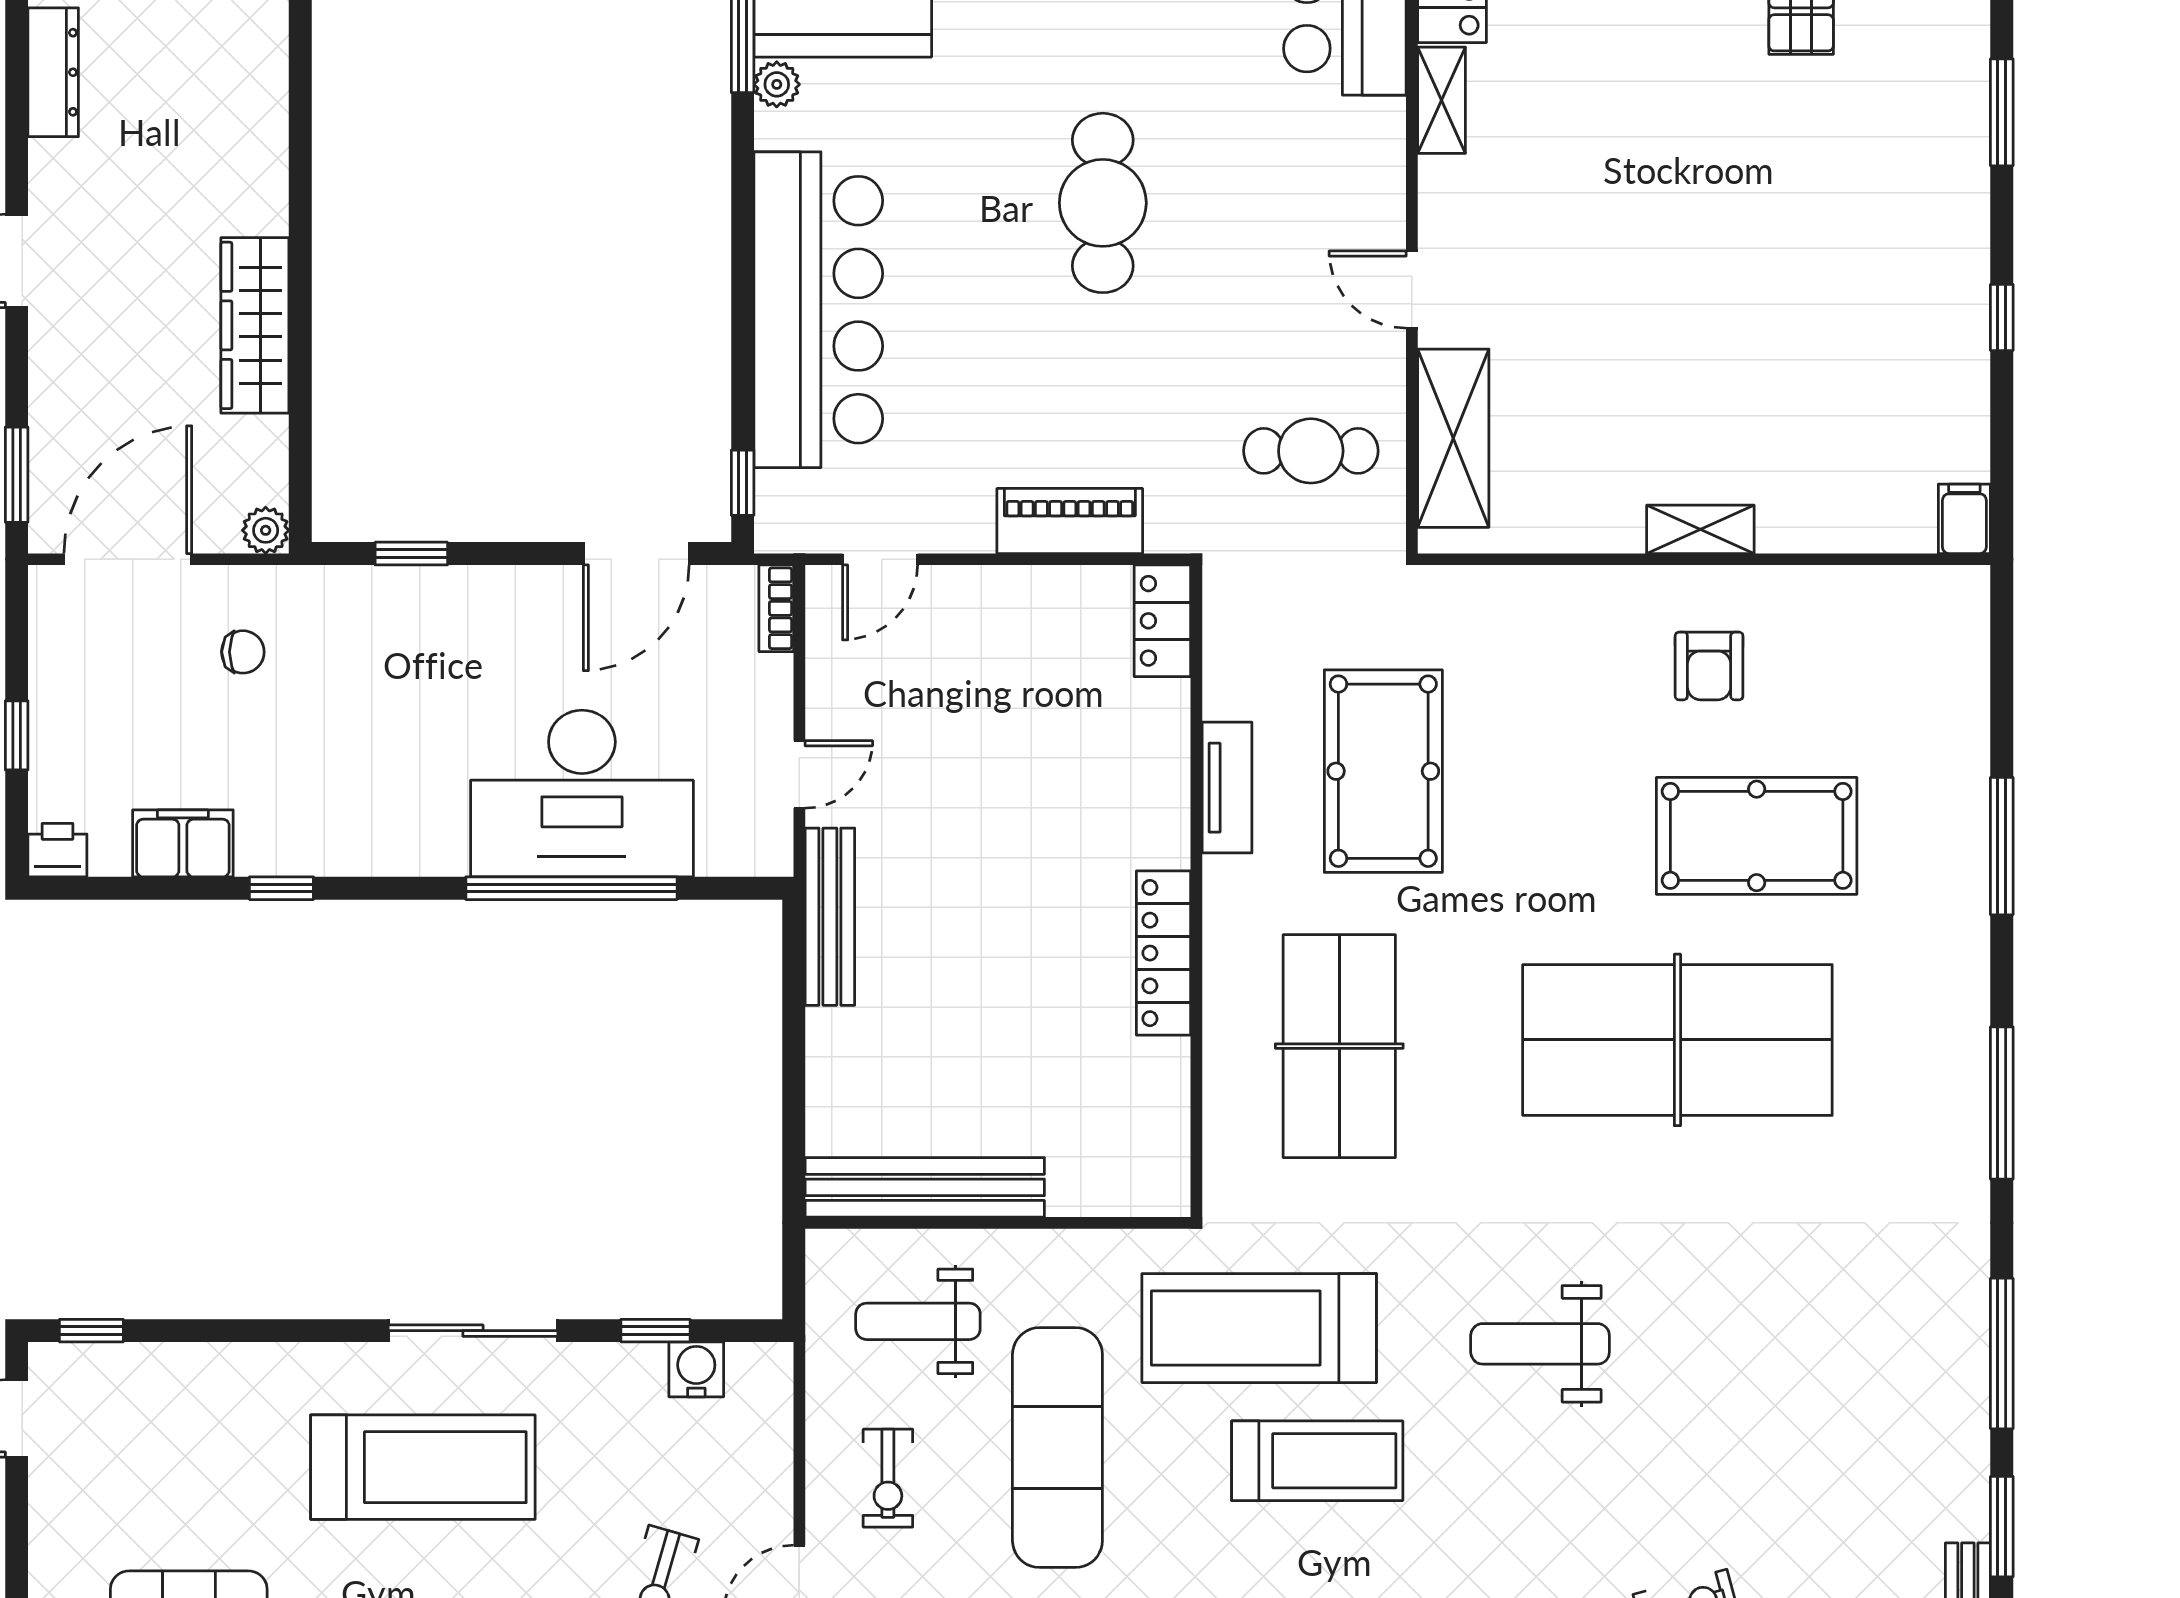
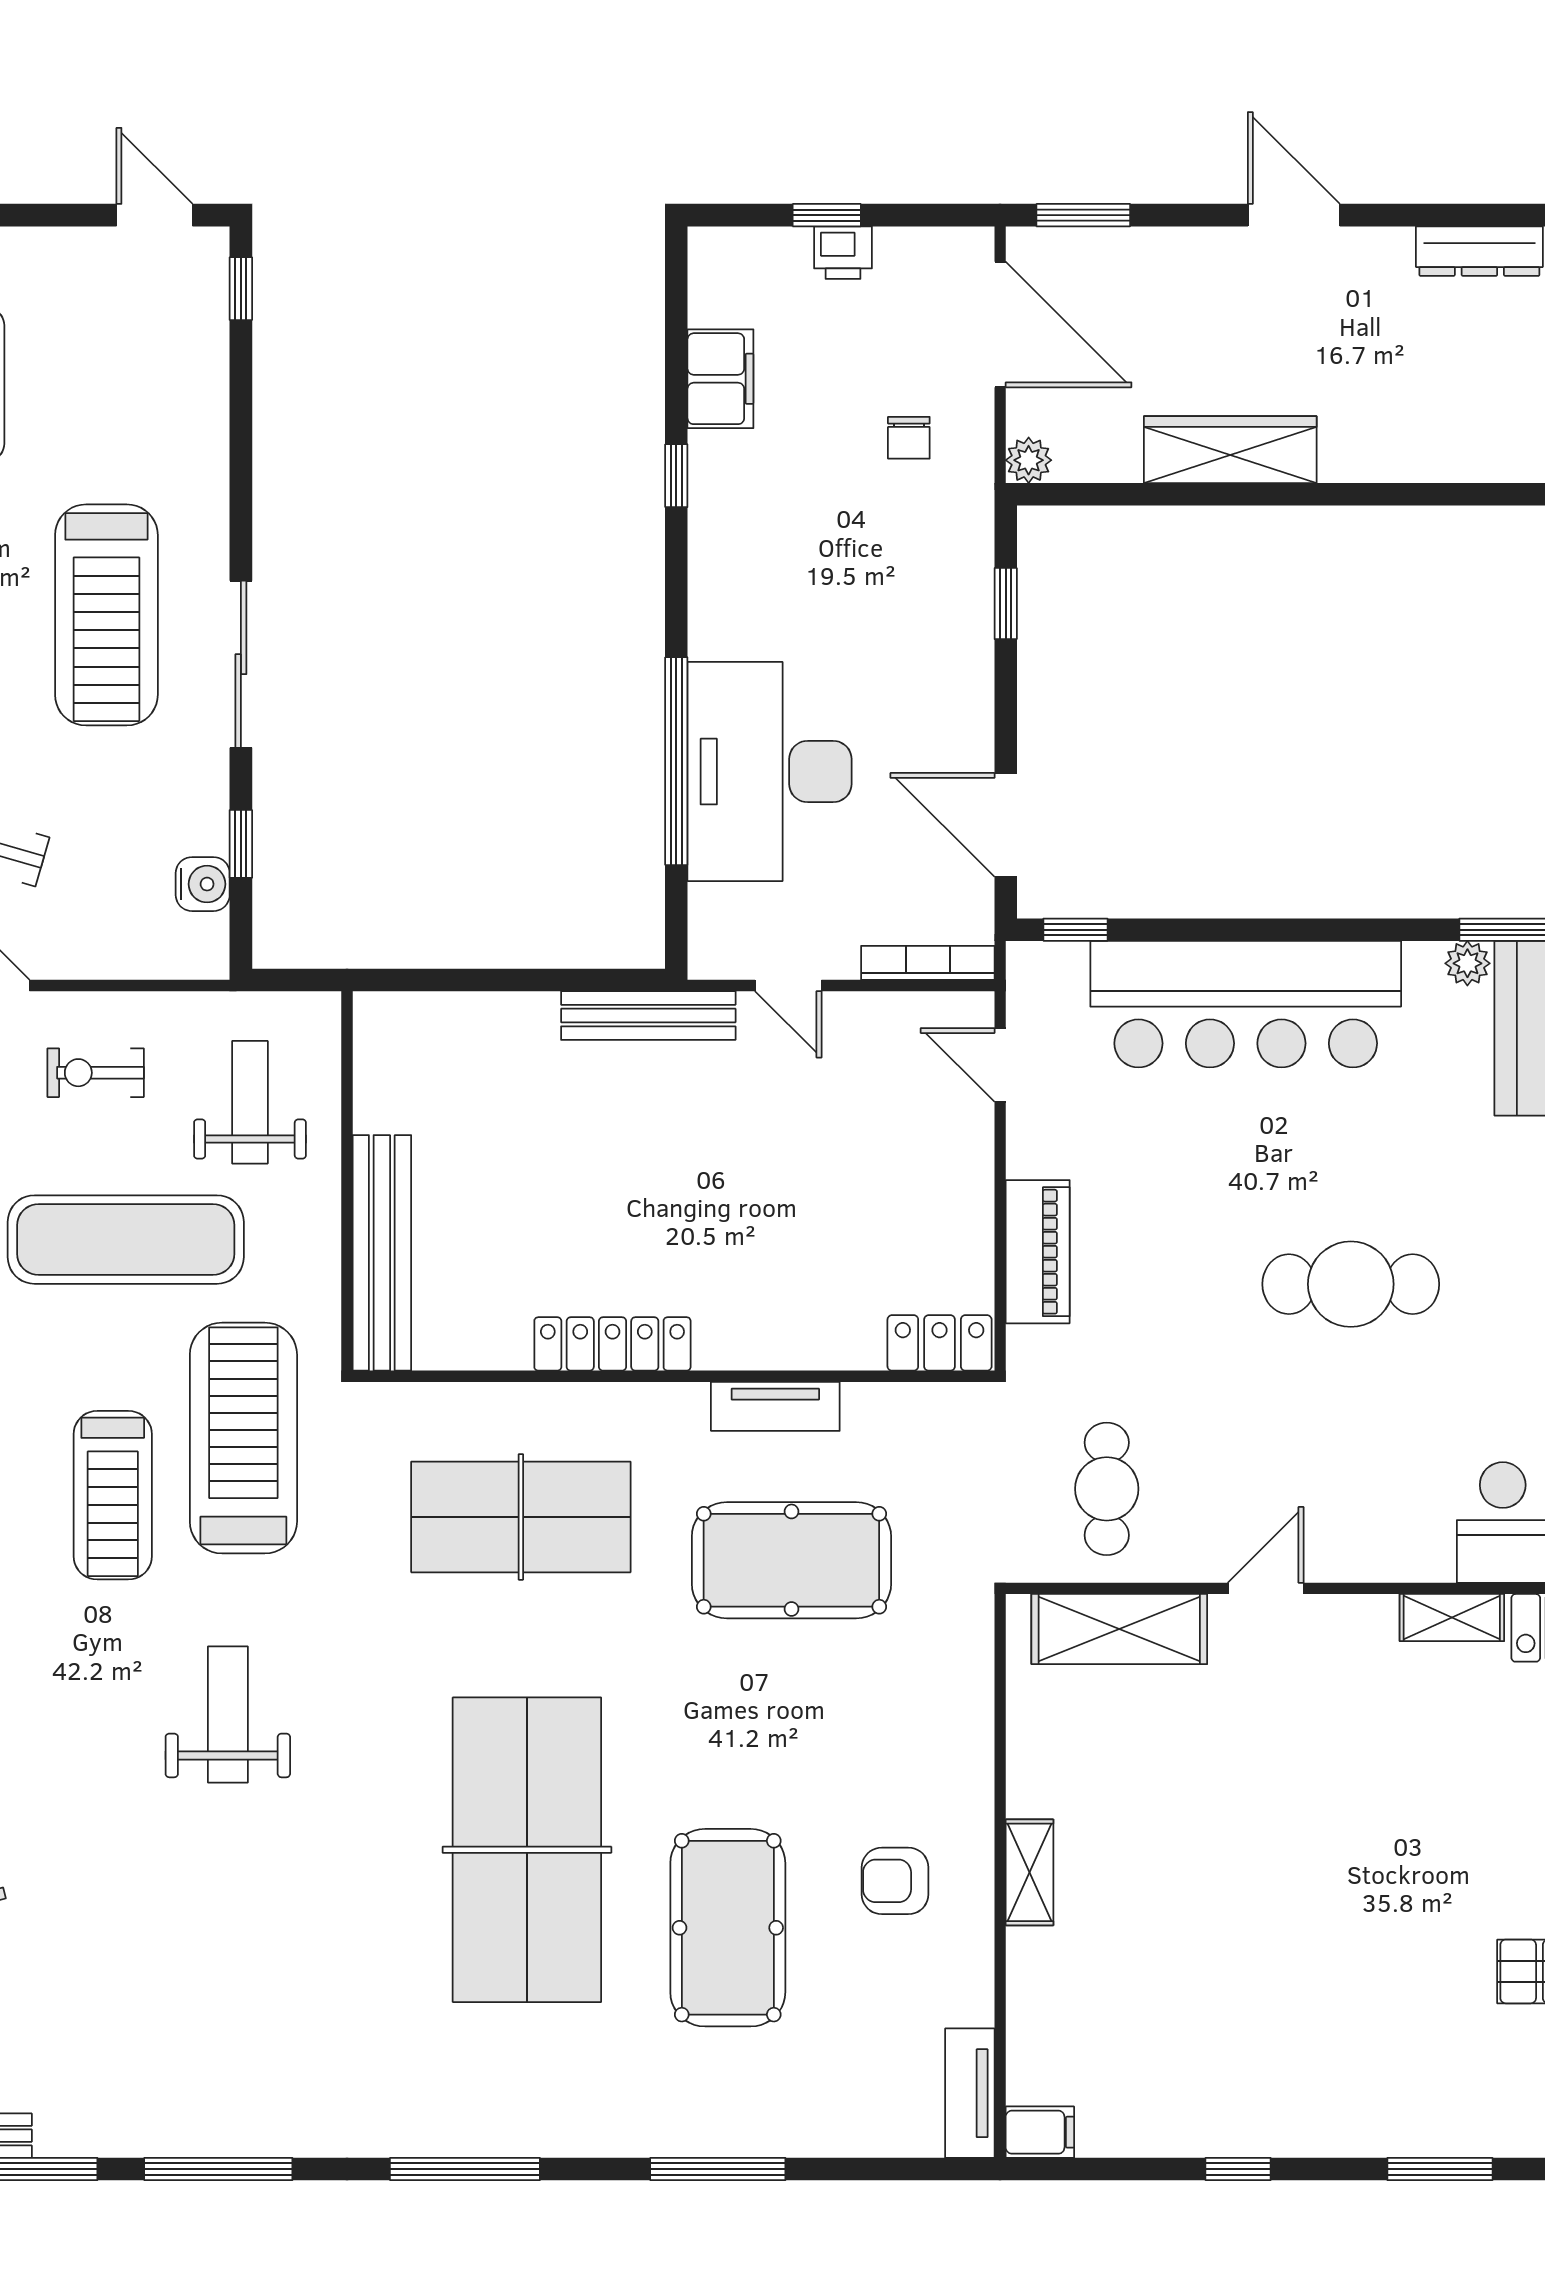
tv unit: (1925, 590) -> (970, 2093), added
bookcase: (776, 608) -> (928, 963), width x1.56
printer: (57, 850) -> (843, 253), moved, turned 90
bench: (925, 1187) -> (382, 1253), moved

